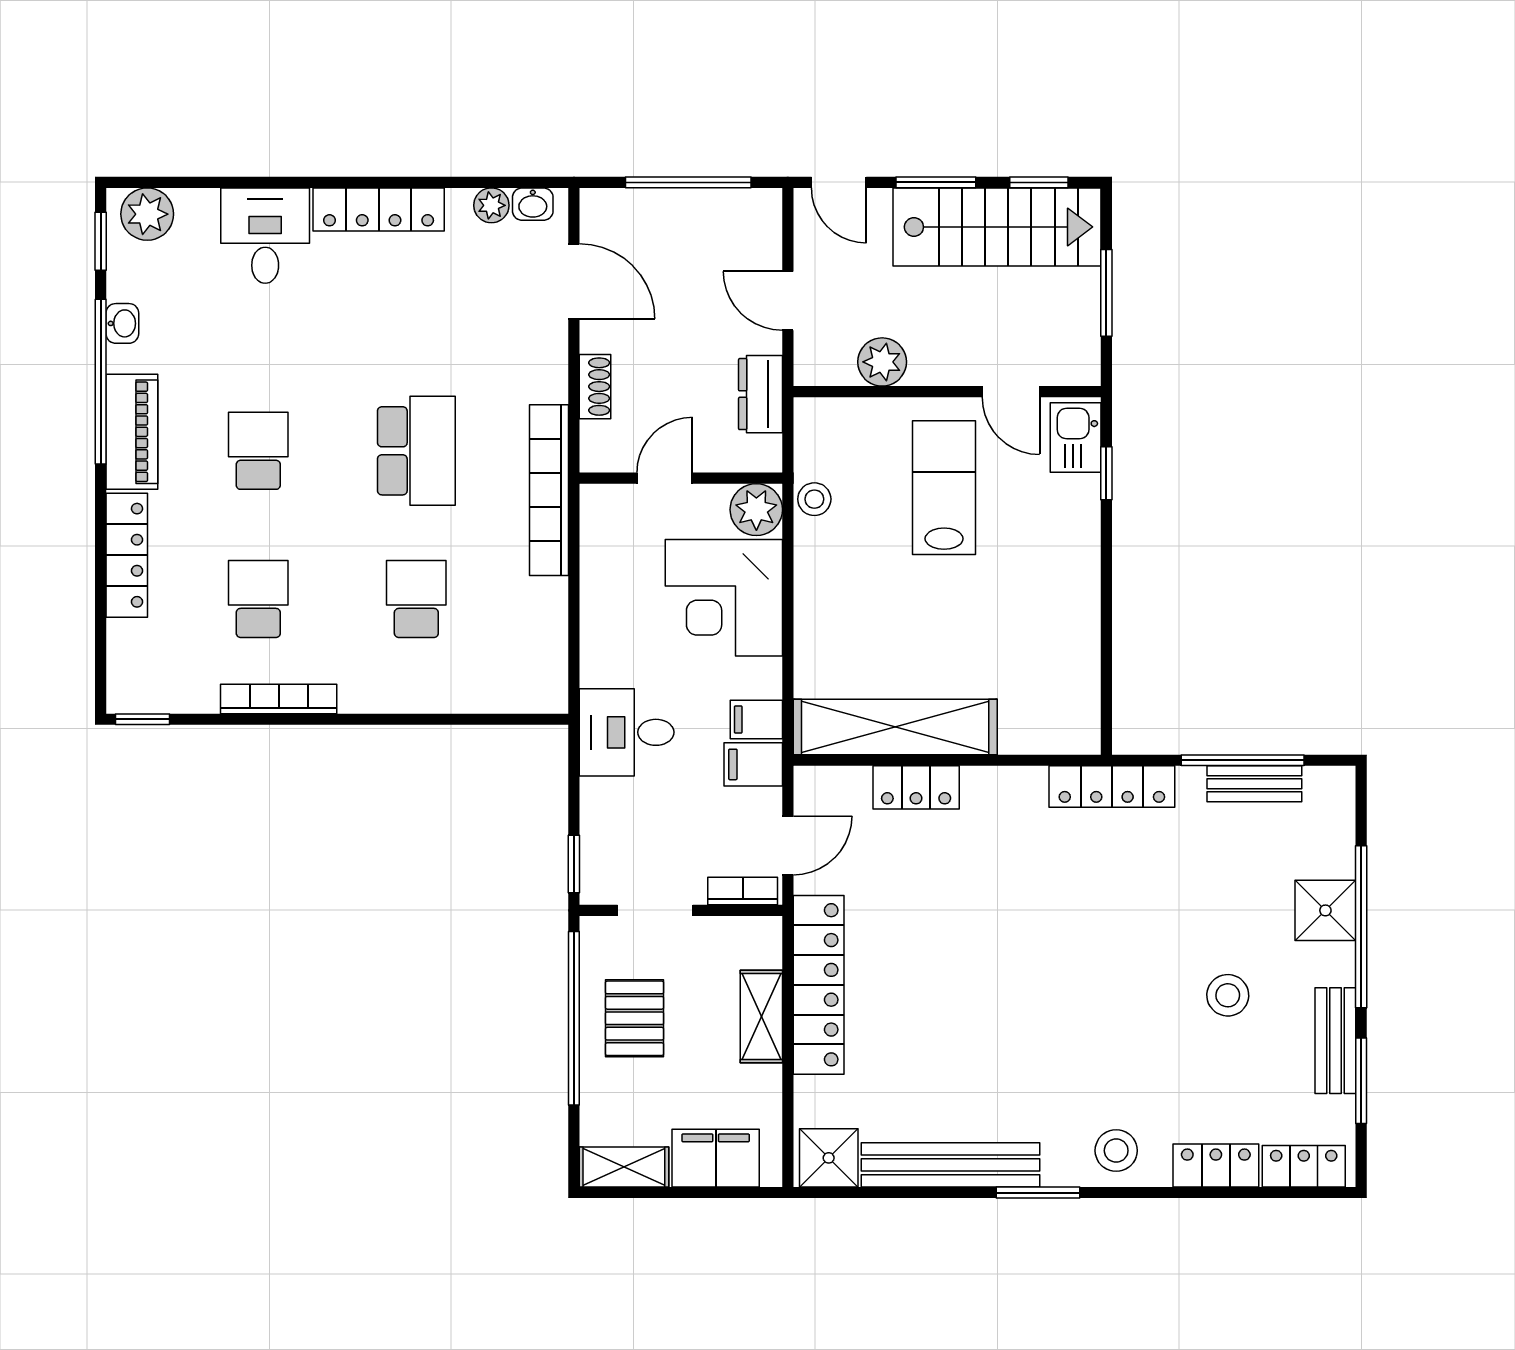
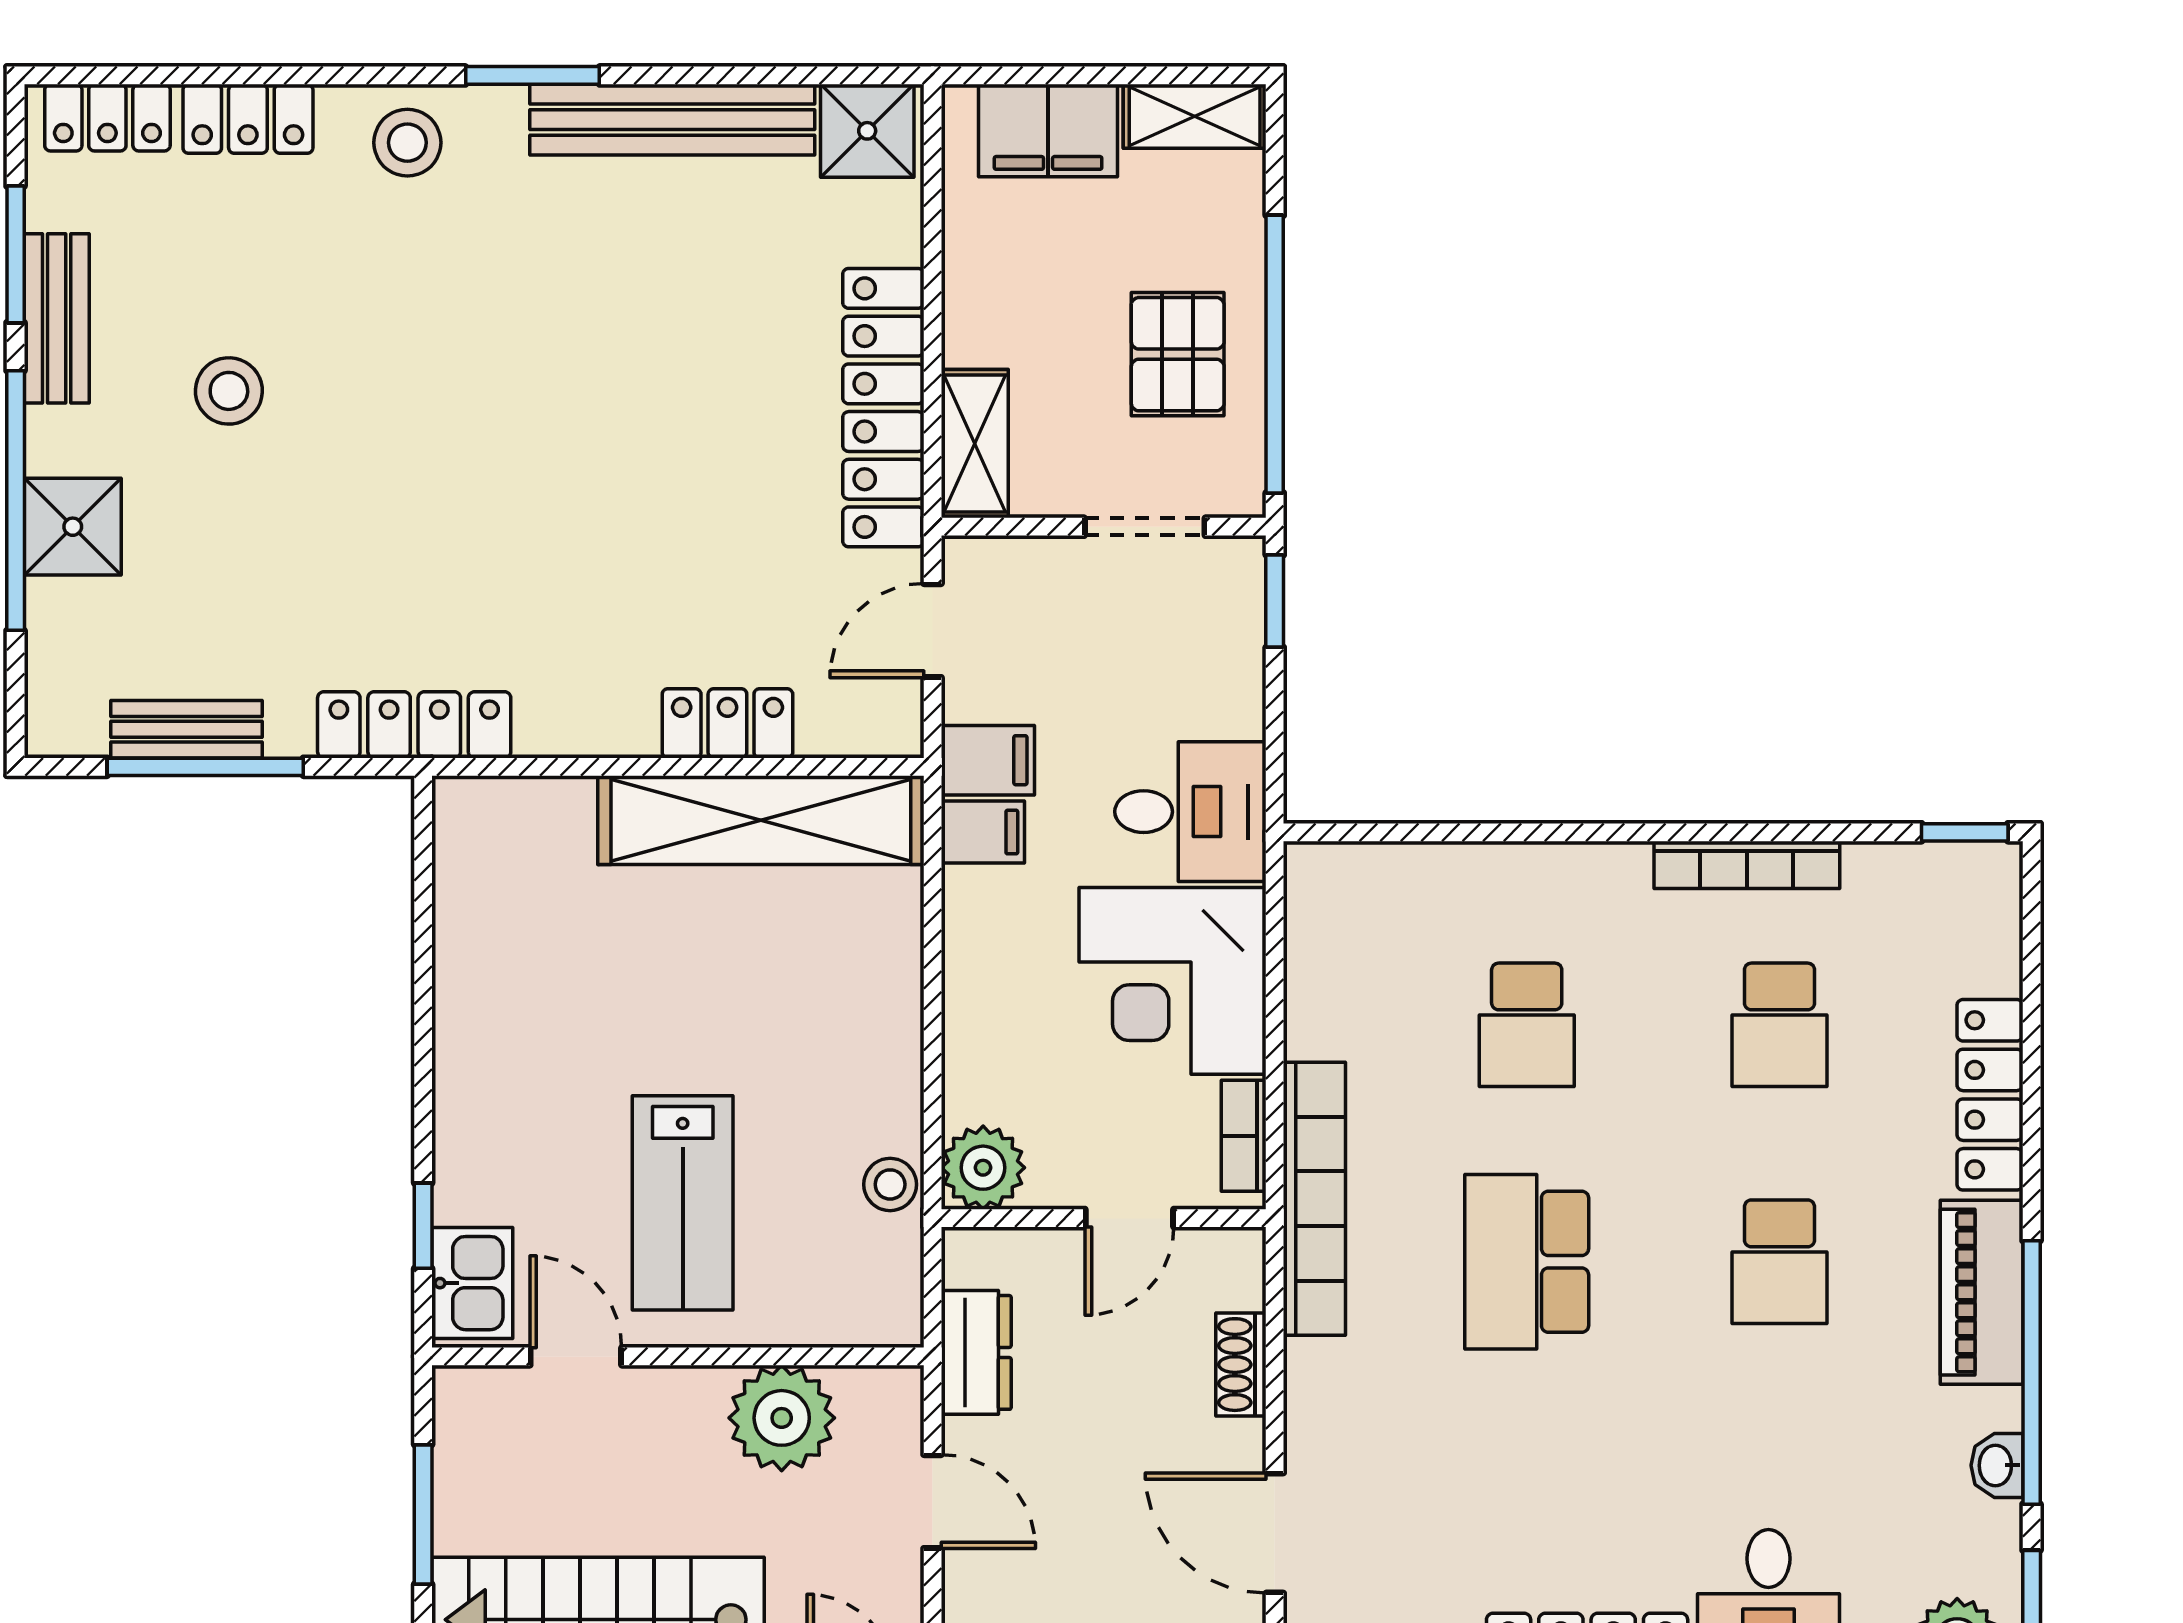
plant: (882, 362) -> (782, 1418), width x1.36, depth x1.36
corner desk: (724, 598) -> (1172, 981), moved, turned 180
bookcase: (743, 891) -> (1244, 1136), moved, turned 90
shelving: (761, 1017) -> (975, 444), moved

